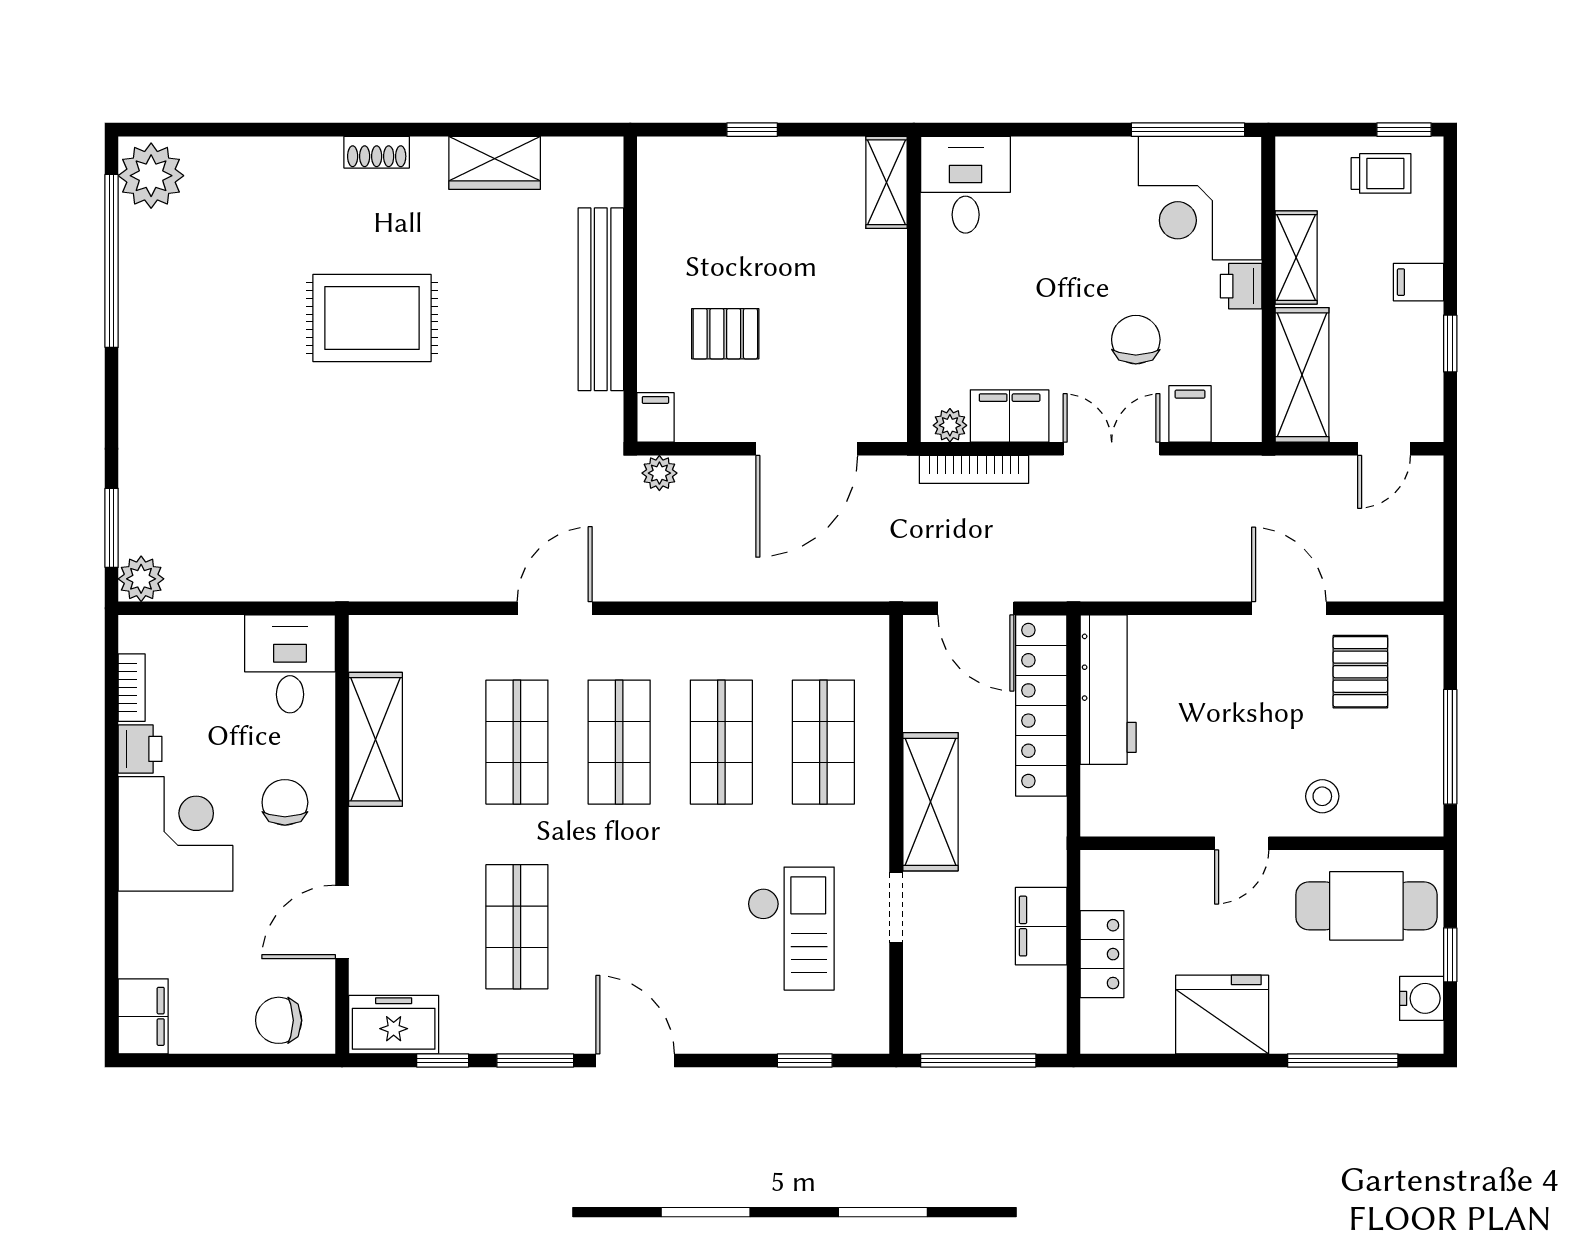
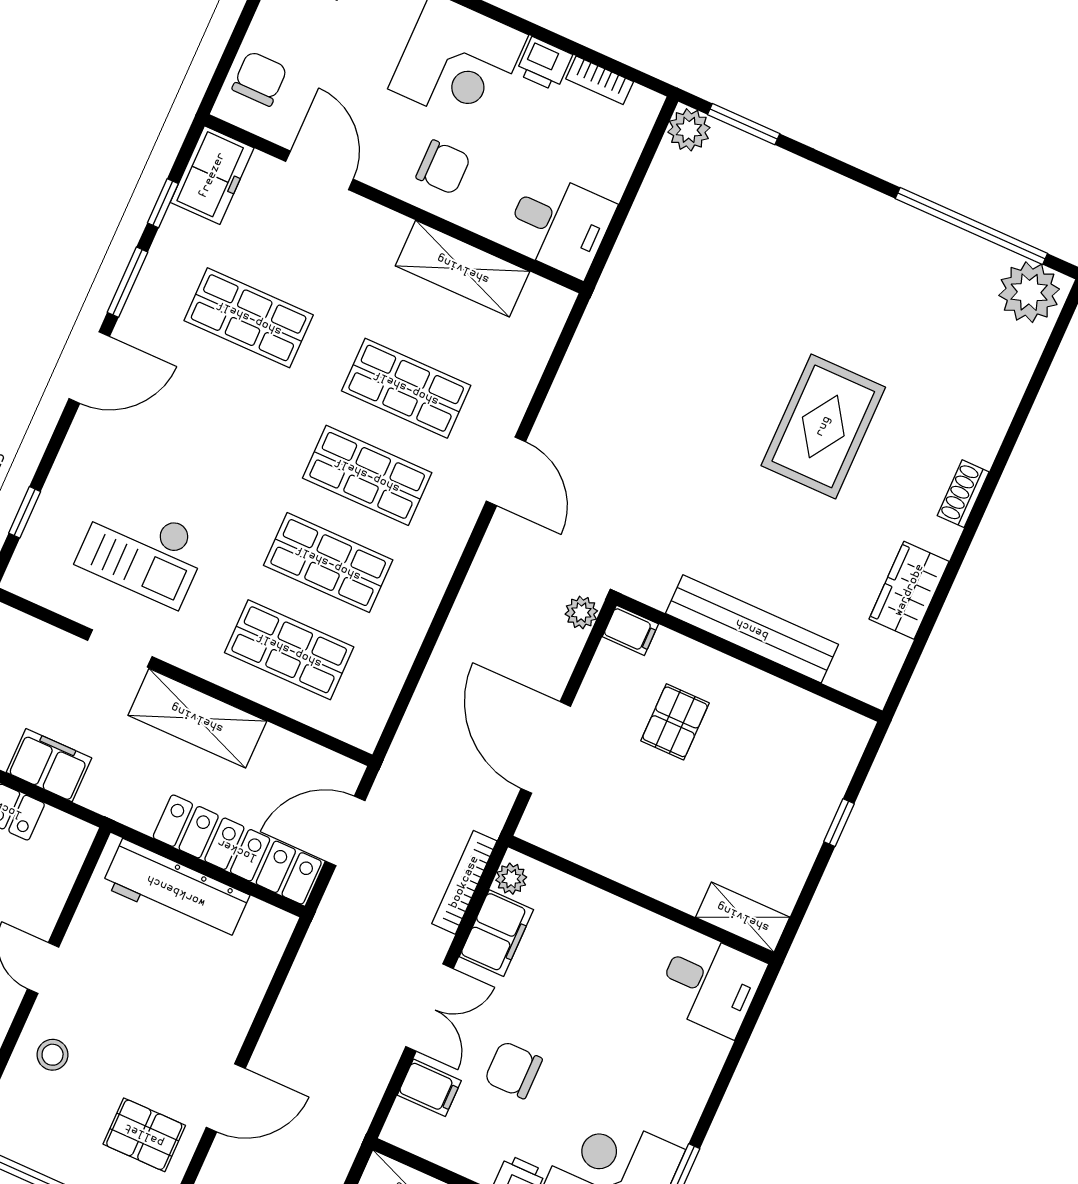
chair: (1136, 340) -> (513, 1070), turned 180
workbench: (1108, 690) -> (176, 891), moved

